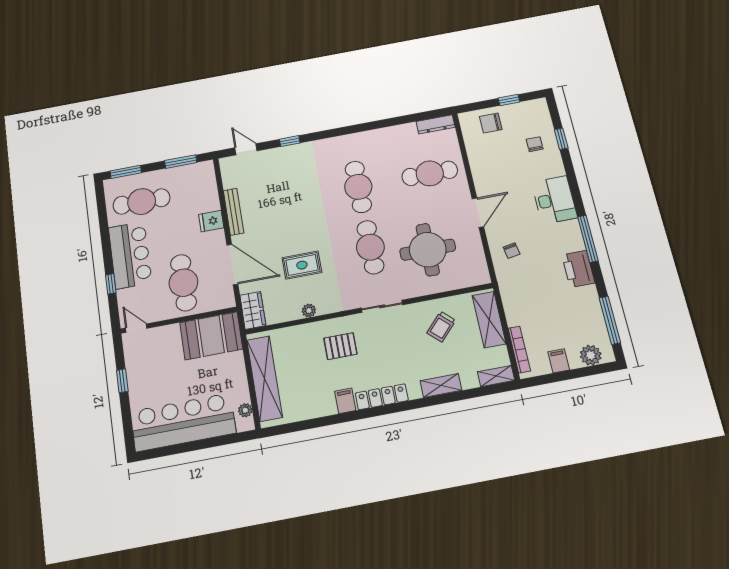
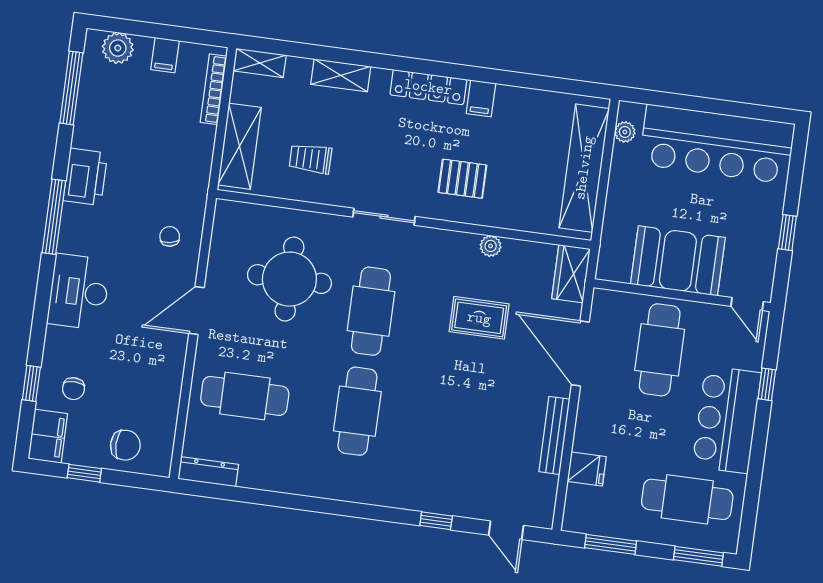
filing cabinet: (539, 113) -> (48, 436), added
fridge: (211, 221) -> (587, 469), moved
trolley: (441, 327) -> (310, 159), turned -133
booth: (211, 336) -> (678, 261), moved

